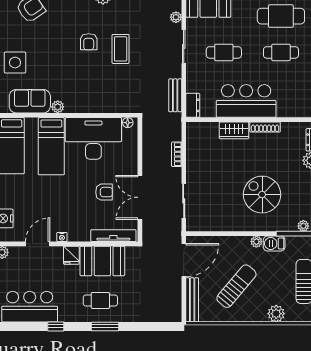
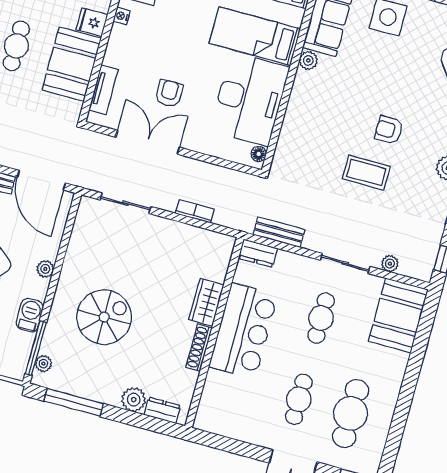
armchair: (104, 192) -> (169, 93), turned 180
tv unit: (113, 236) -> (104, 90), width x0.71
plant: (256, 242) -> (45, 269), moved

